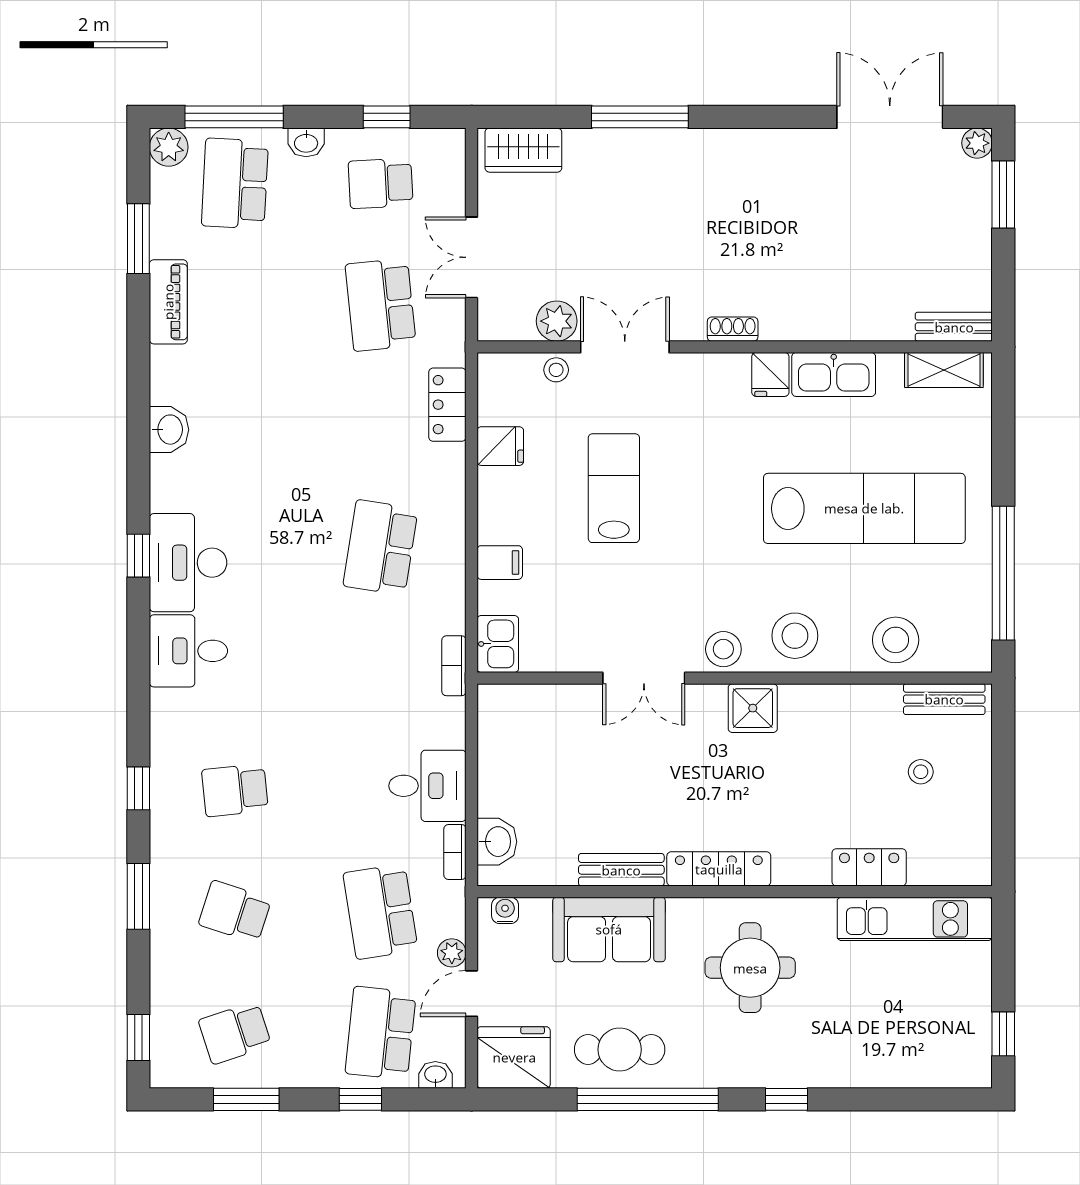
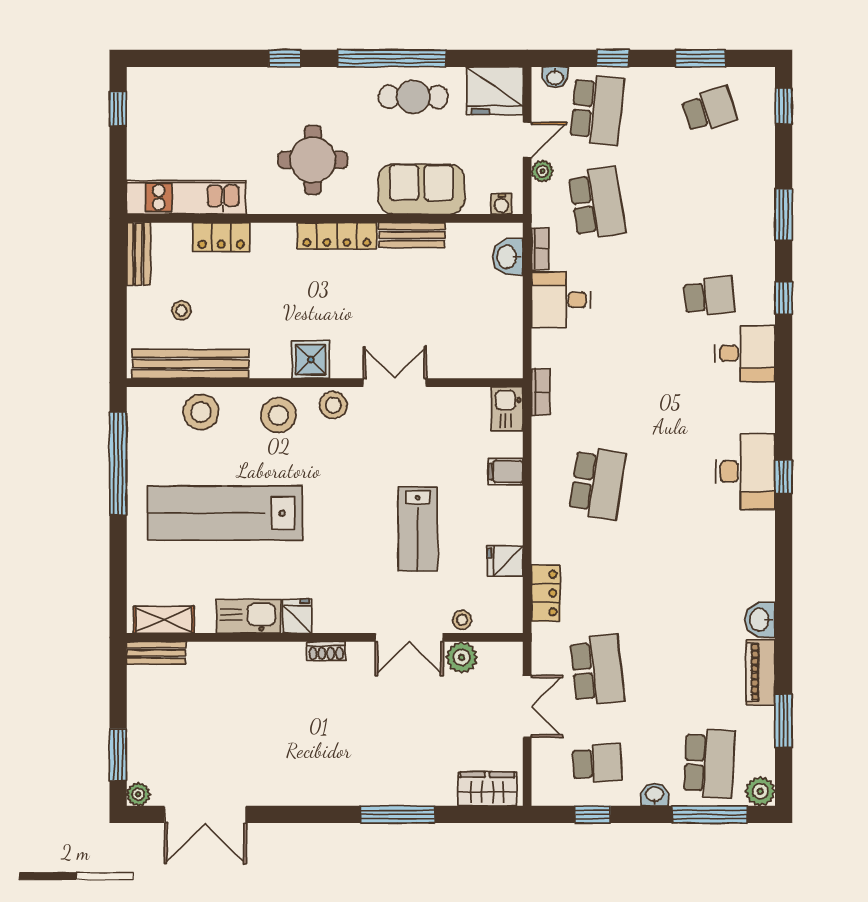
washbasin: (169, 430) -> (760, 620), moved
desk: (188, 651) -> (745, 353), moved
bench: (944, 699) -> (190, 364), width x1.86, depth x1.21
bench: (977, 845) -> (138, 254), added
school desk: (235, 912) -> (709, 203), removed

